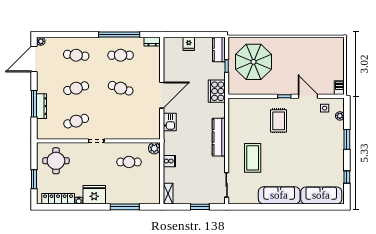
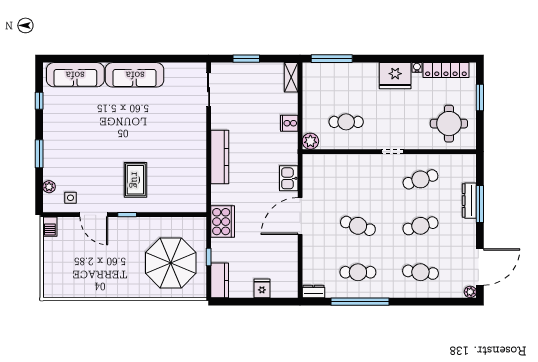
coffee table: (253, 158) -> (172, 128), removed
window: (125, 207) -> (332, 59), moved

